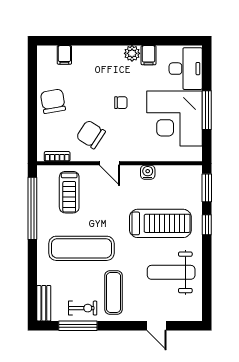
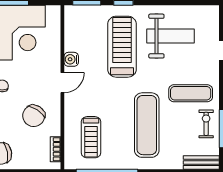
door: (110, 163) -> (62, 83), moved
treadmill: (69, 192) -> (91, 137), turned 90
weight bench: (171, 272) -> (171, 36), turned -90

